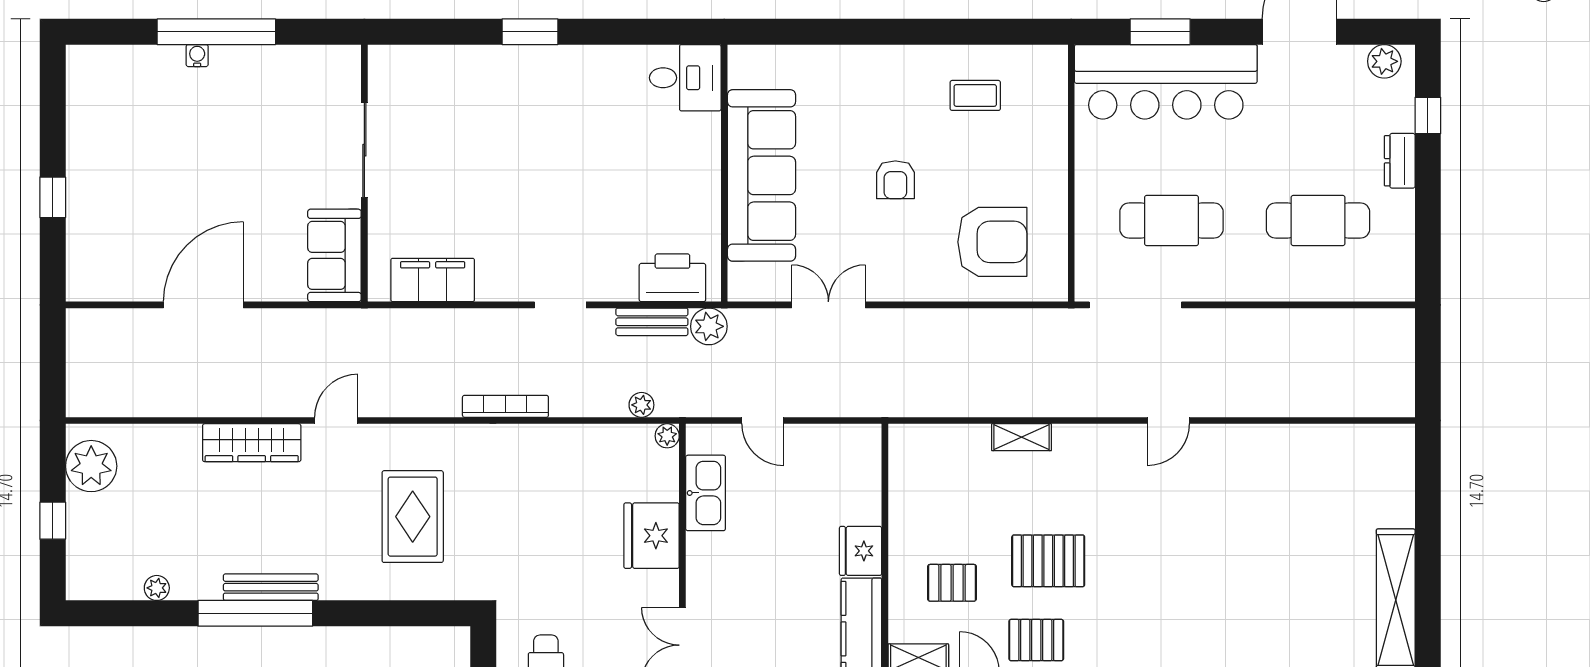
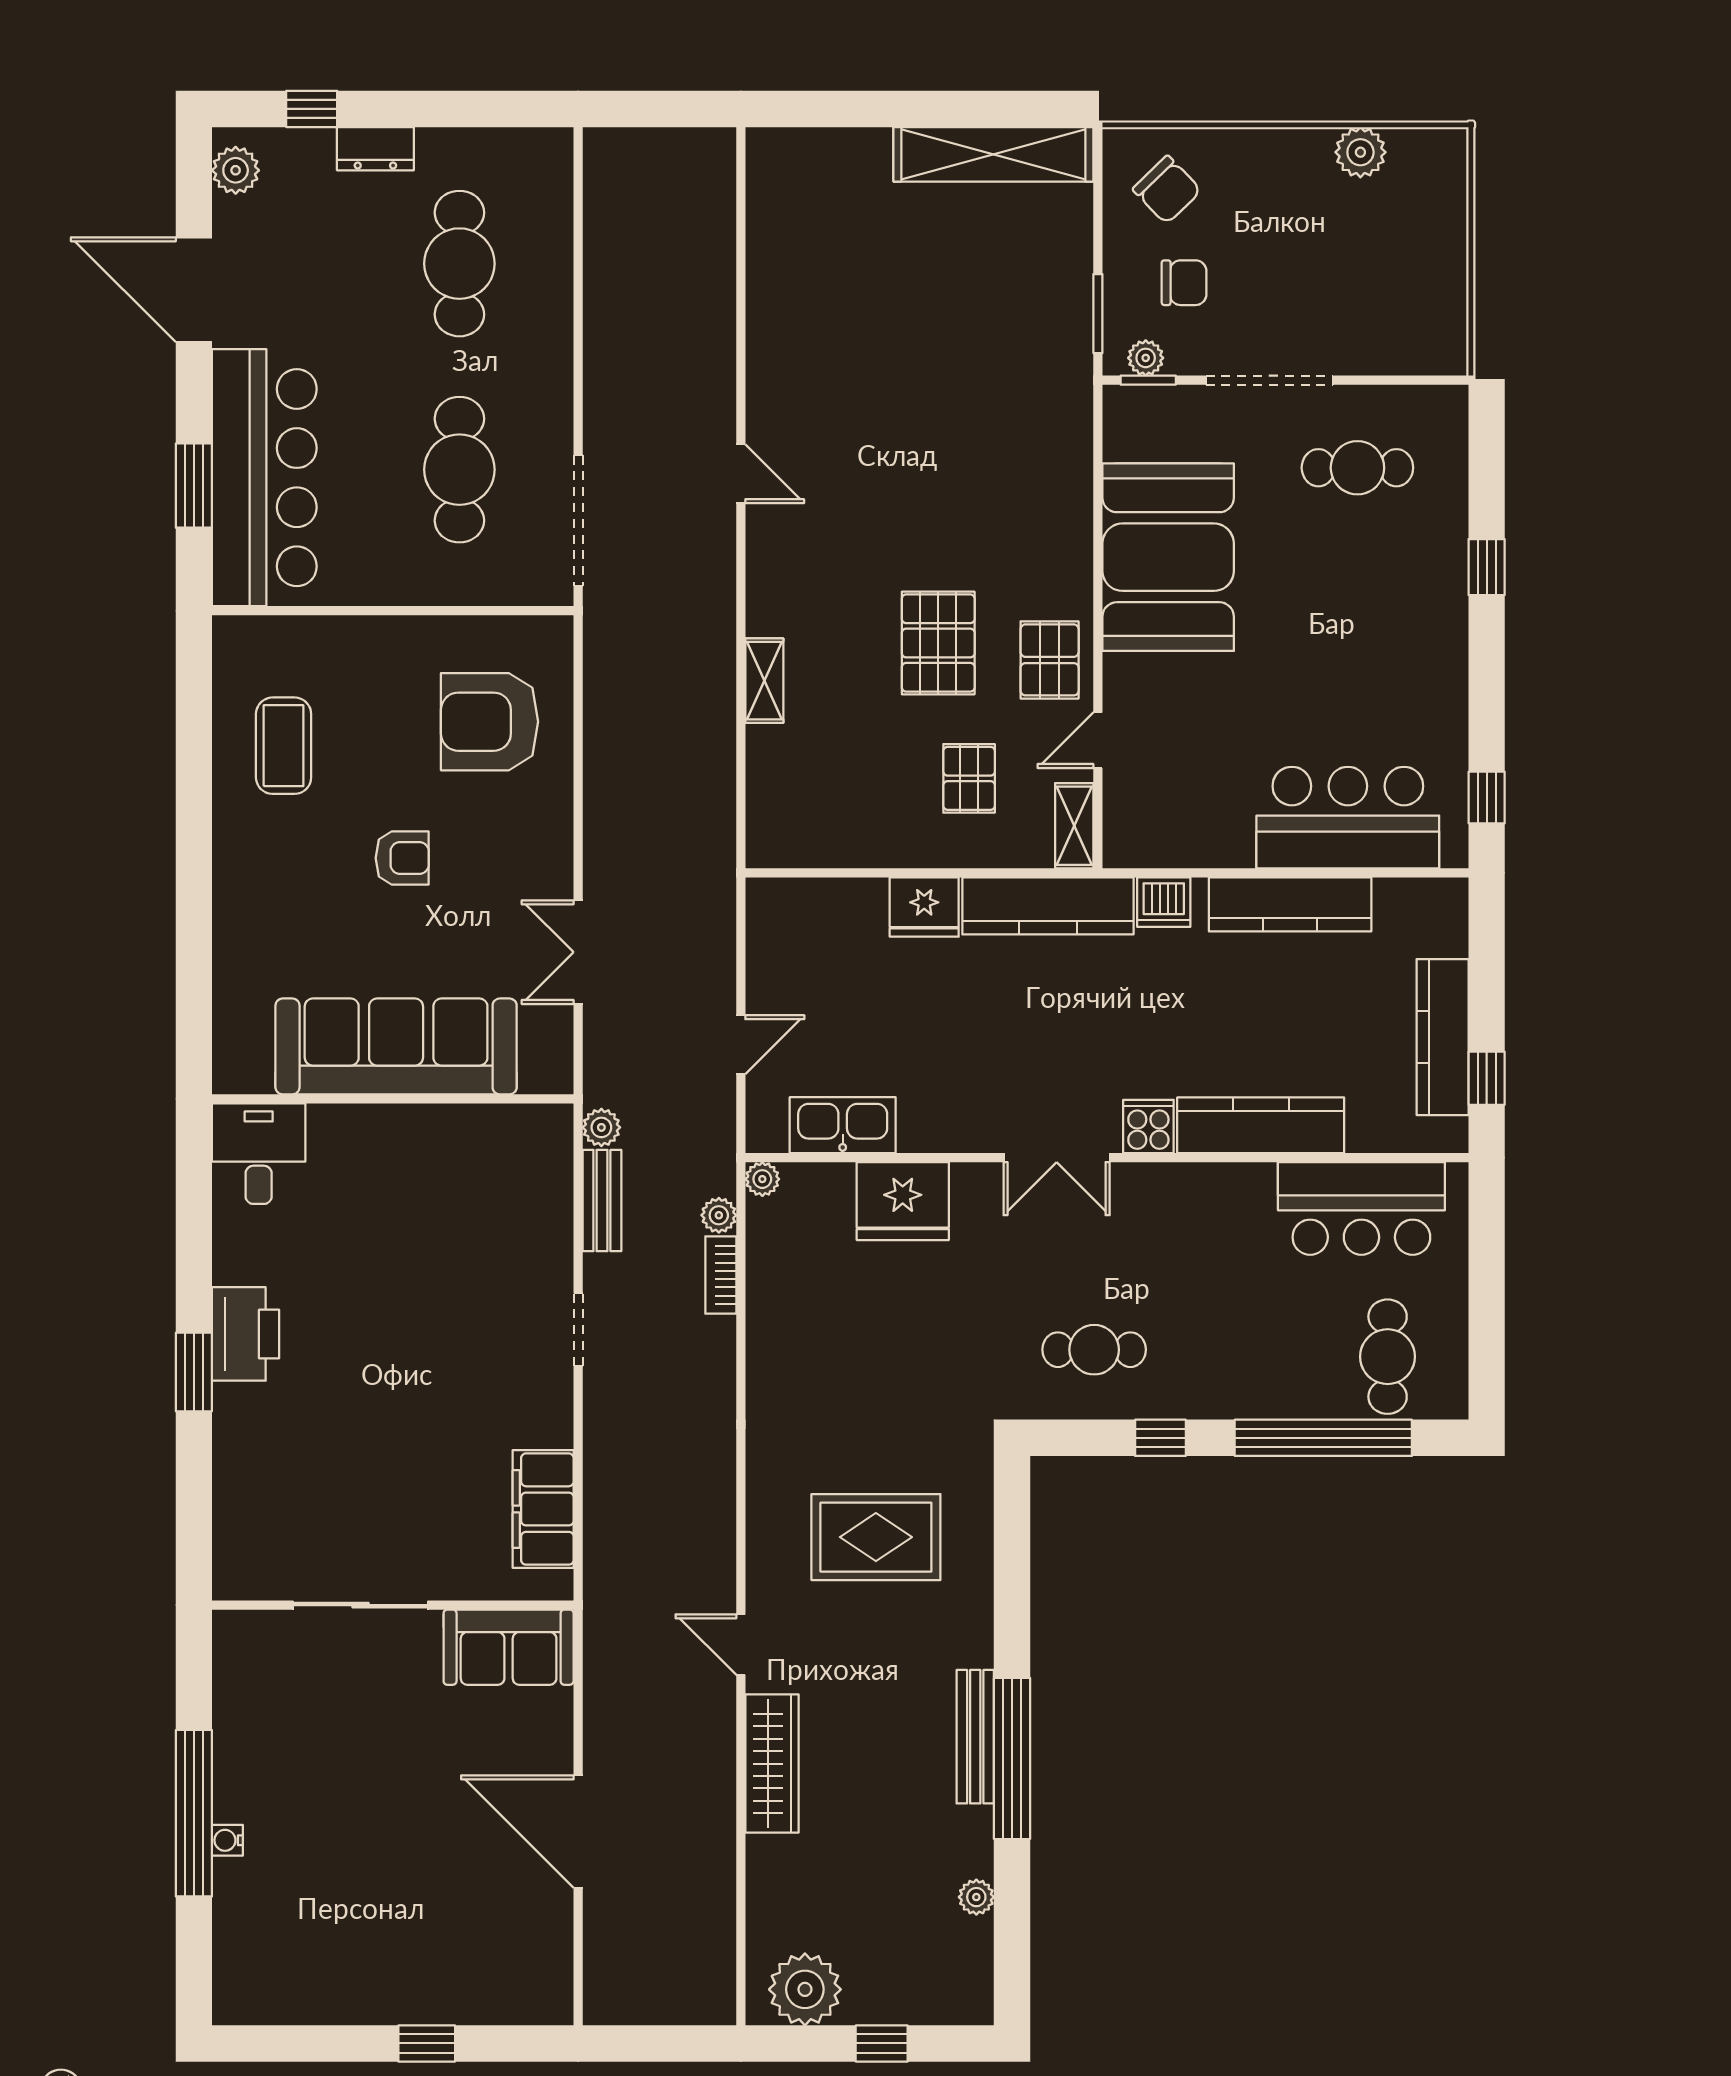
coffee table: (975, 95) -> (284, 746), width x1.36, depth x1.30
armchair: (992, 242) -> (490, 722), turned -90
printer: (672, 278) -> (246, 1334), moved, turned 180
plant: (709, 326) -> (601, 1127), width x0.73, depth x0.73
bookcase: (505, 406) -> (721, 1275), moved, width x0.64

